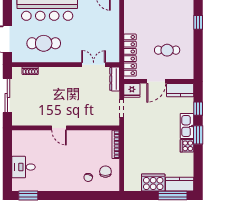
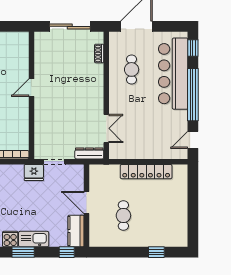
cafe table: (44, 43) -> (132, 69), width x0.73, depth x0.74
locker: (130, 55) -> (146, 172), moved
fridge: (132, 90) -> (34, 172), moved, turned -90
window: (198, 109) -> (67, 252), moved

